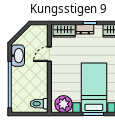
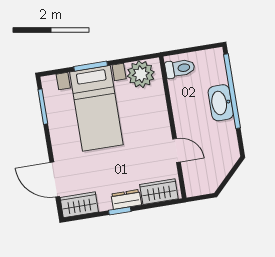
door: (49, 54) -> (176, 150), hinge flipped
washbasin: (18, 56) -> (221, 103), moved

